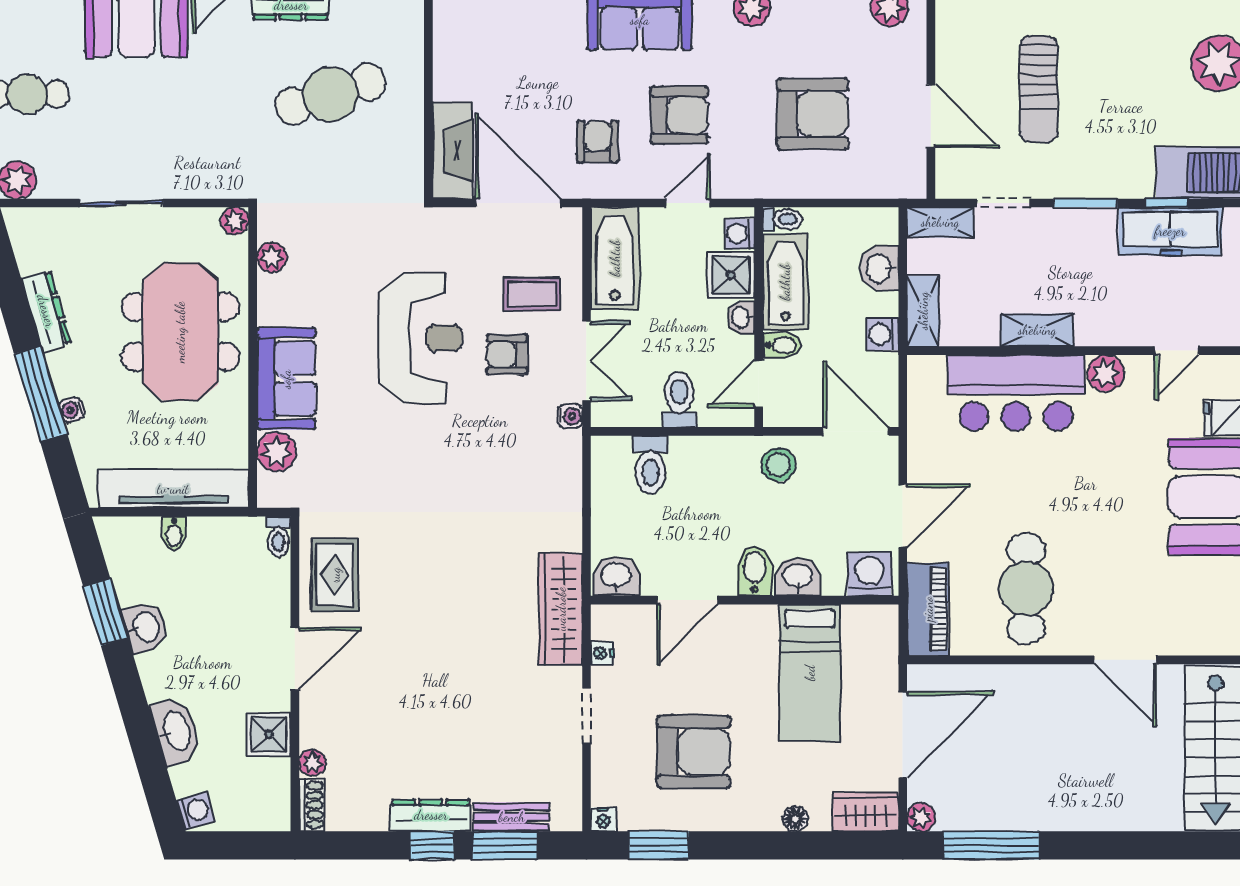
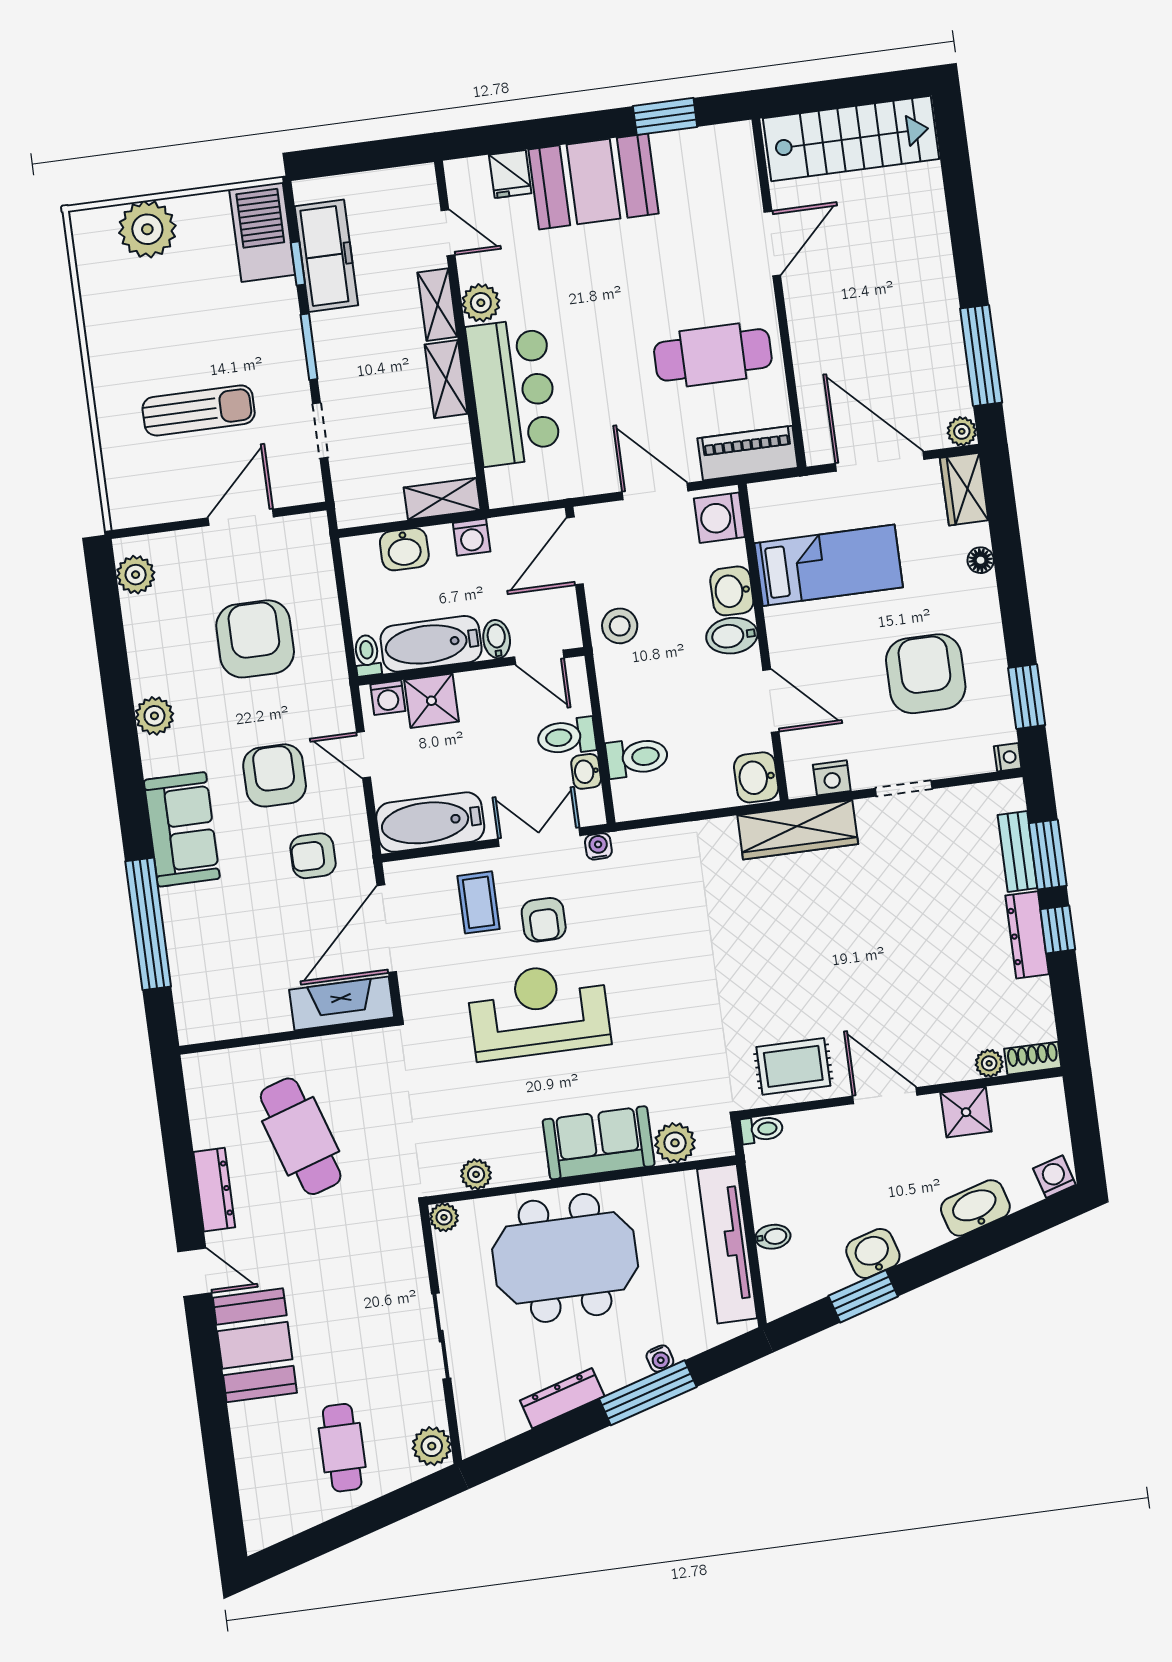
shelving: (940, 222) -> (437, 305), moved
washbasin: (741, 318) -> (586, 771), moved, turned 90
nightstand: (602, 653) -> (832, 778), width x1.39, depth x1.35

